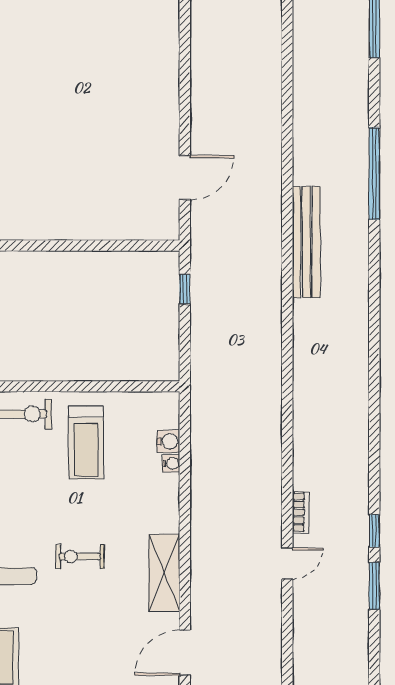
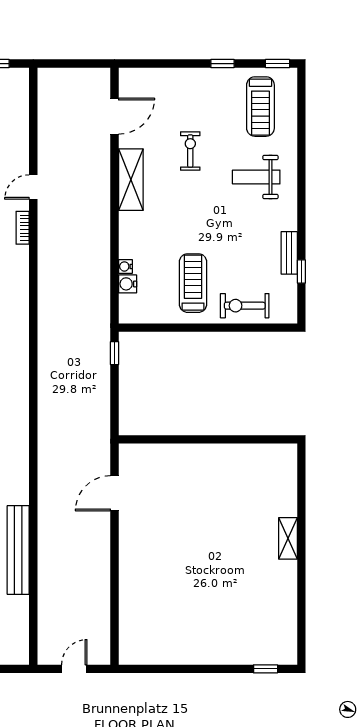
bench: (306, 242) -> (18, 550), moved
window: (185, 289) -> (114, 353), moved
exercise bike: (80, 557) -> (190, 151), moved, turned -90

